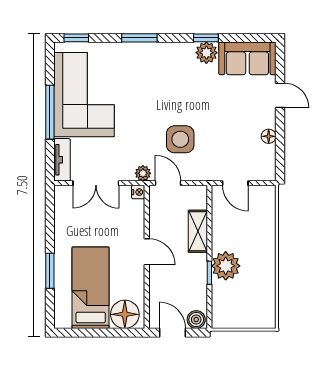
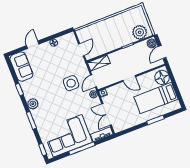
plant: (206, 53) -> (33, 104), moved
double door: (96, 183) -> (107, 114), swing flipped
shelving: (198, 231) -> (99, 63), moved
door: (147, 252) -> (129, 78), swing flipped
plant: (226, 266) -> (140, 32), moved

